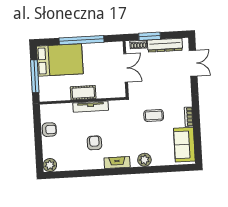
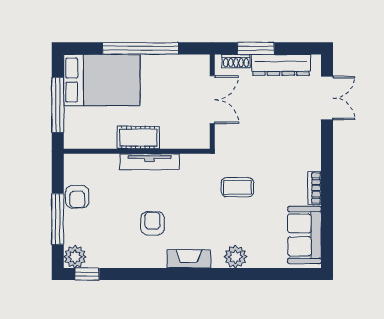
coffee table: (154, 116) -> (237, 187), moved
armchair: (49, 130) -> (77, 197), turned 90
window: (38, 143) -> (58, 219), added
window: (58, 175) -> (87, 274), added

